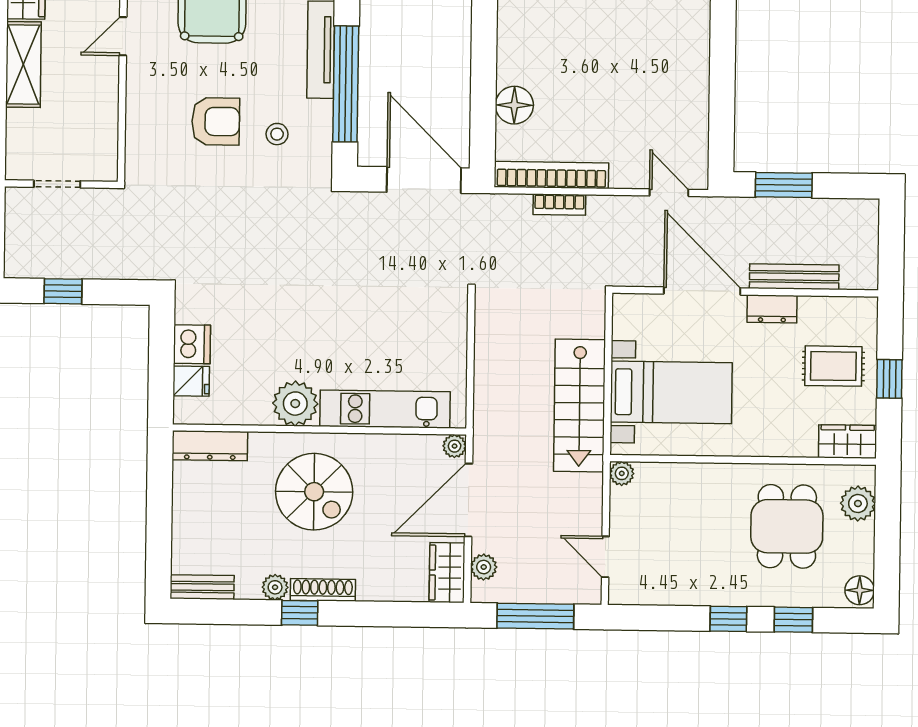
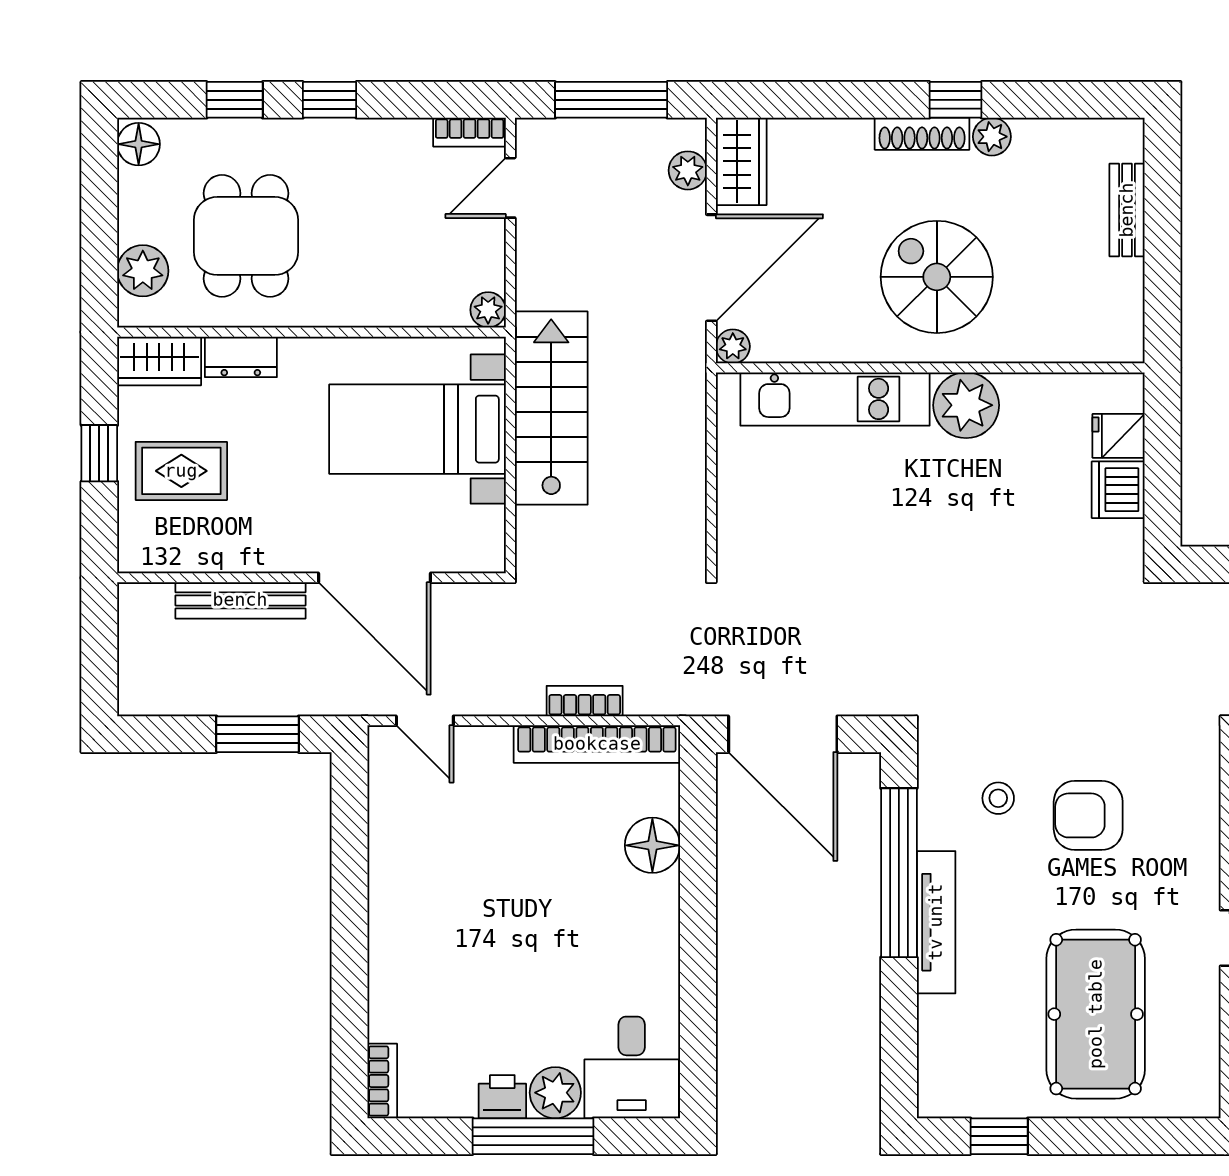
dresser: (772, 309) -> (241, 357), moved, turned 180
dresser: (210, 446) -> (1090, 342), removed
door: (605, 557) -> (510, 188), swing flipped
bench: (202, 587) -> (1127, 210), moved, turned 90
bookcase: (633, 595) -> (470, 132), added

